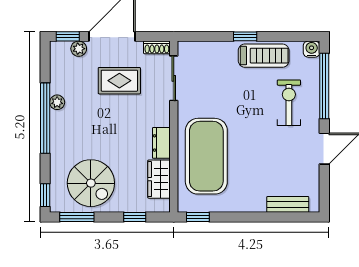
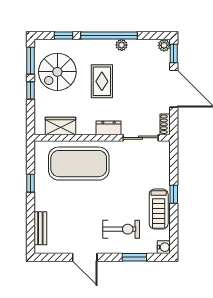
plant: (79, 49) -> (164, 45), moved
rug: (119, 81) -> (102, 81), moved
window: (324, 86) -> (134, 257), width x0.47
dresser: (161, 143) -> (108, 128), moved
window: (45, 195) -> (63, 36), moved
window: (135, 217) -> (30, 91), moved
window: (198, 217) -> (30, 183), moved

